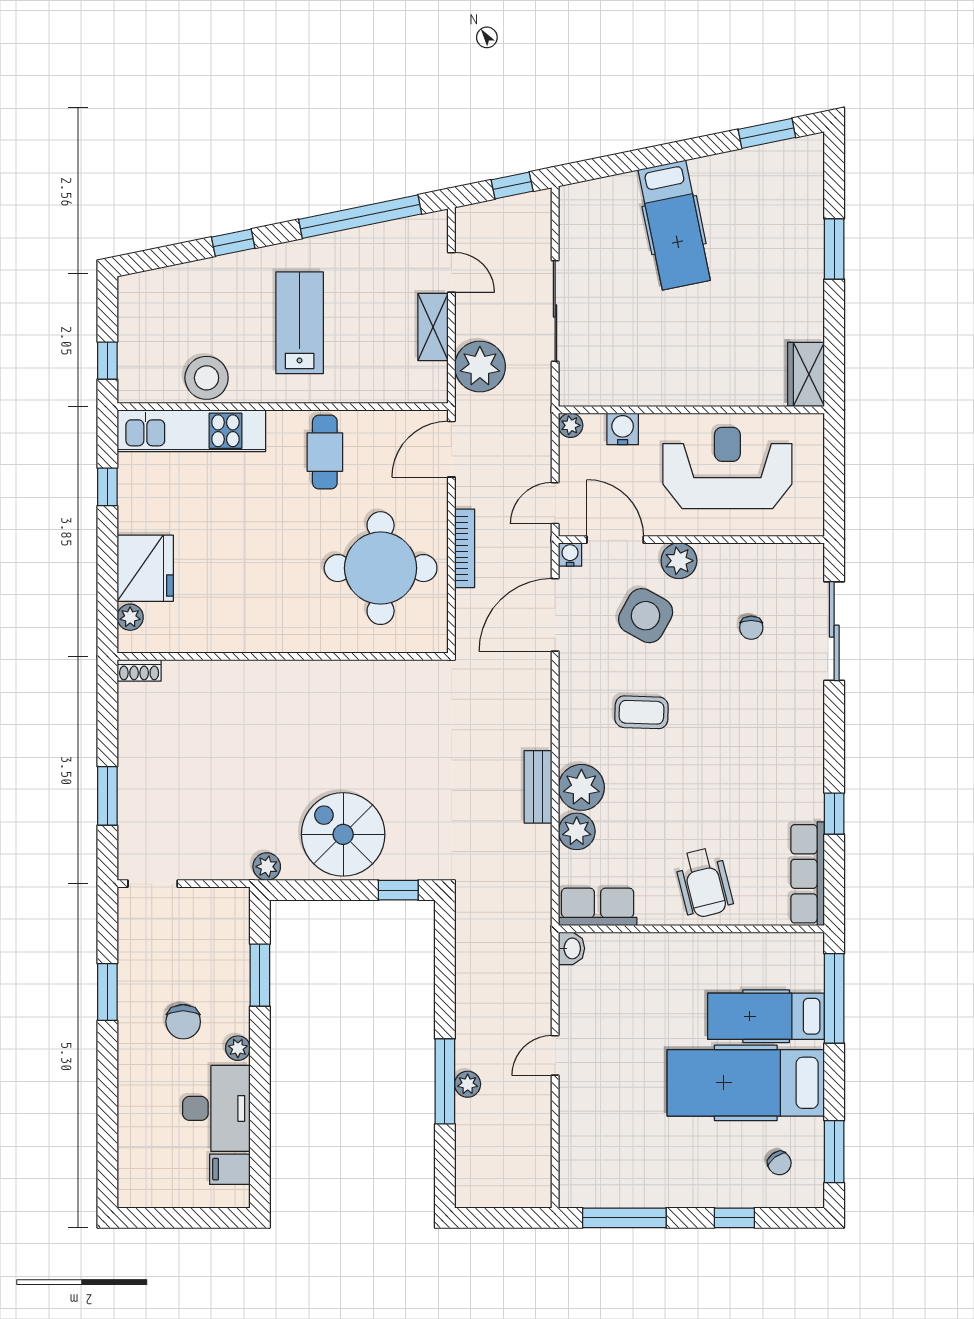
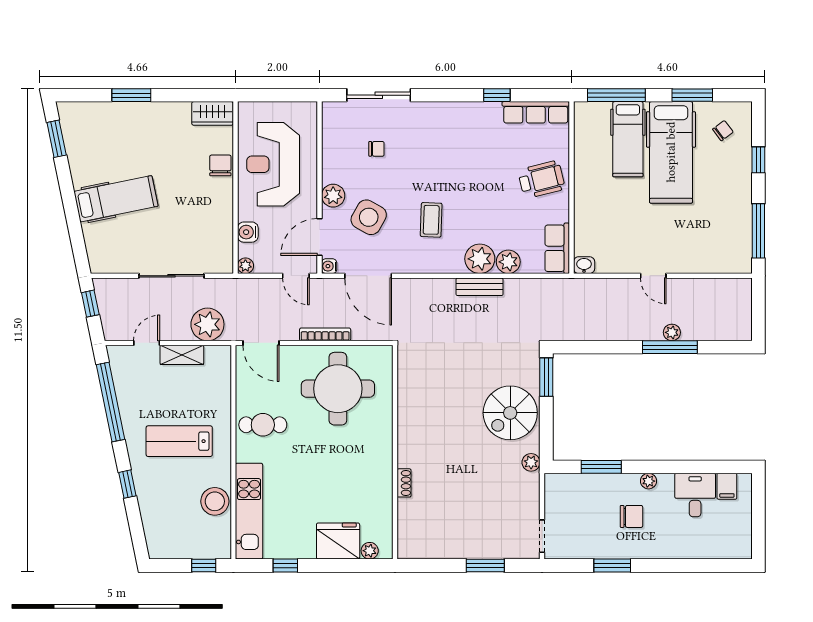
chair: (726, 386) -> (220, 165), added
shoe rack: (139, 670) -> (404, 483), moved
window: (398, 890) -> (546, 377), width x1.50
desk: (216, 1108) -> (695, 495), width x0.73
window: (834, 1152) -> (692, 95), moved

